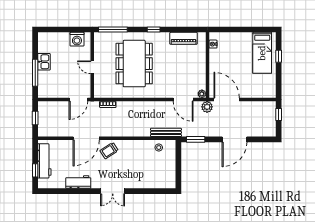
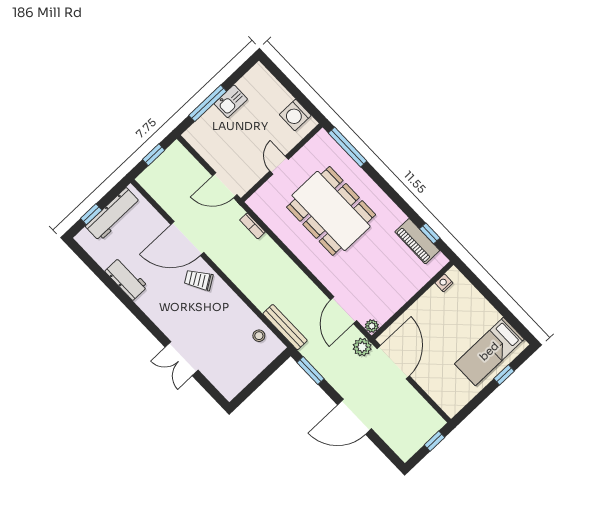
window: (154, 30) -> (430, 233), moved
dining table: (134, 64) -> (331, 211), turned 90
double door: (113, 191) -> (182, 359), moved

